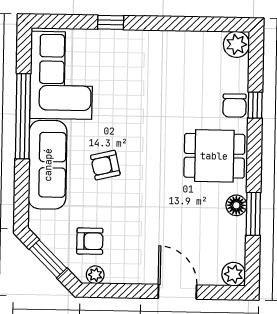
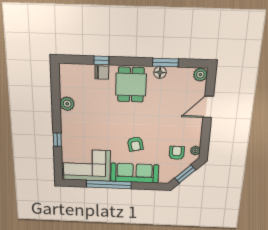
plant: (236, 44) -> (67, 104), moved

